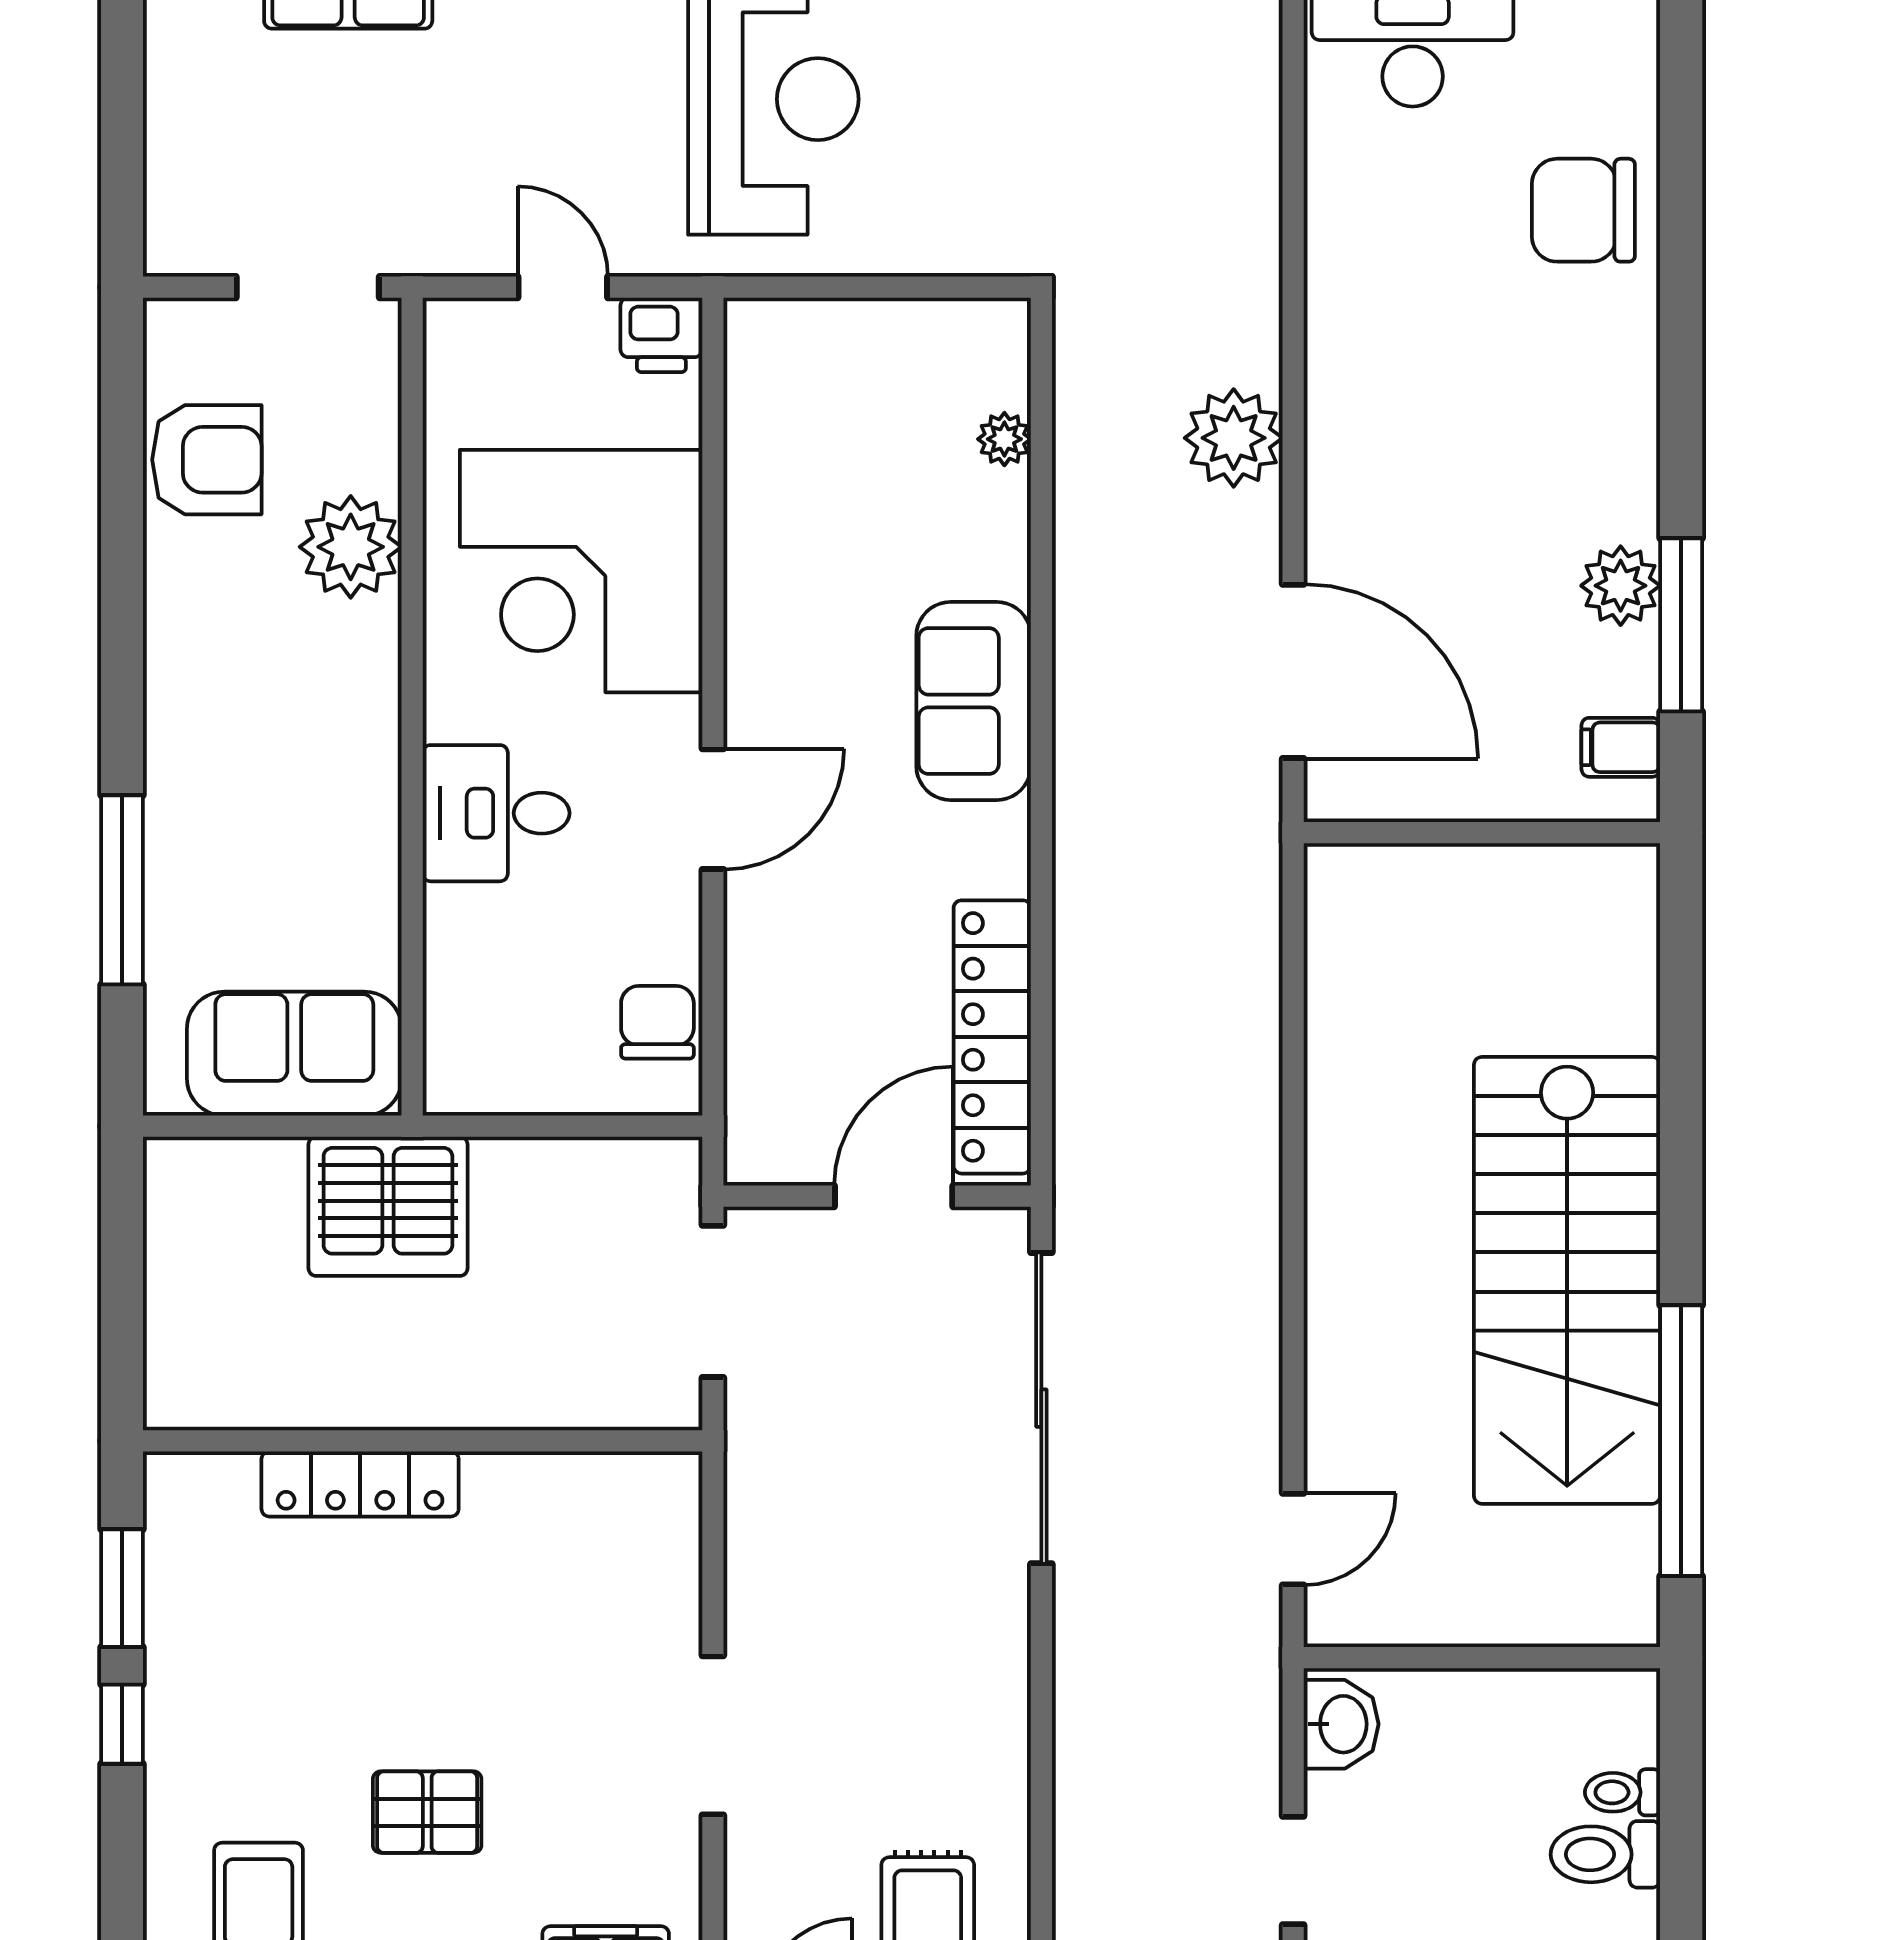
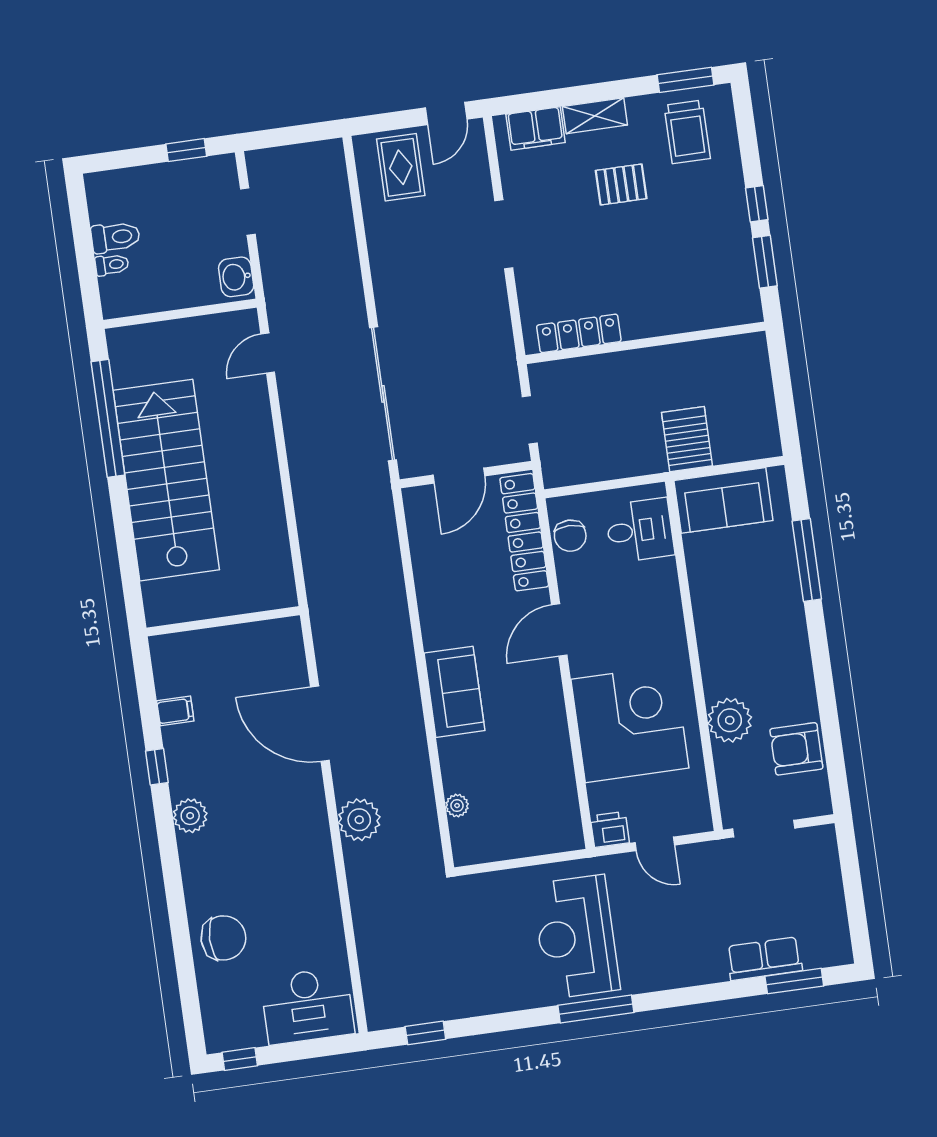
plant: (1621, 586) -> (190, 816), moved
window: (1681, 625) -> (157, 767), width x0.46
desk: (496, 813) -> (640, 530), moved
wall: (1482, 833) -> (223, 621), moved
locker: (992, 1037) -> (524, 532), moved, turned 180
server rack: (388, 1206) -> (687, 439), width x0.62
doorway: (713, 1301) -> (530, 420), width x0.73
locker: (360, 1484) -> (579, 333), moved

